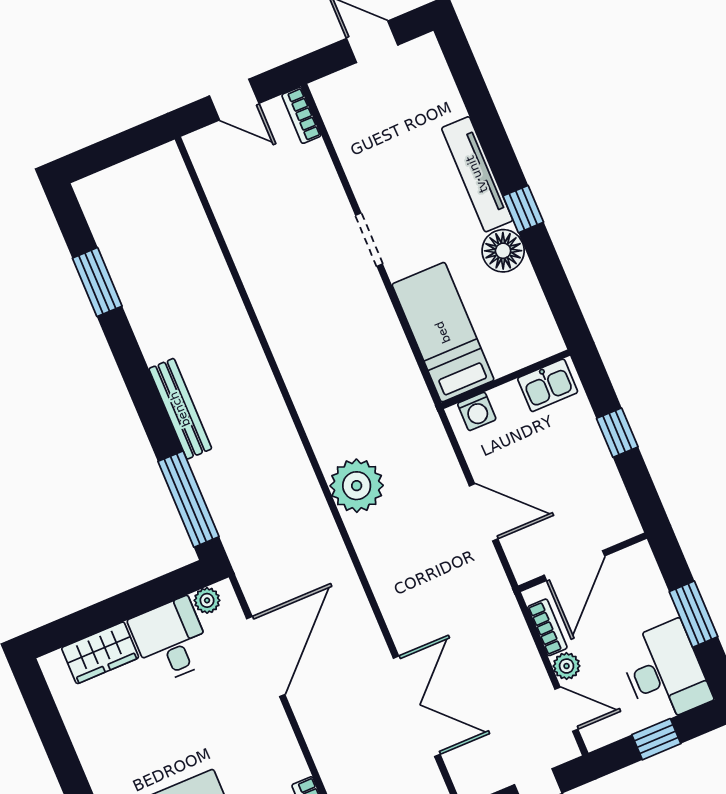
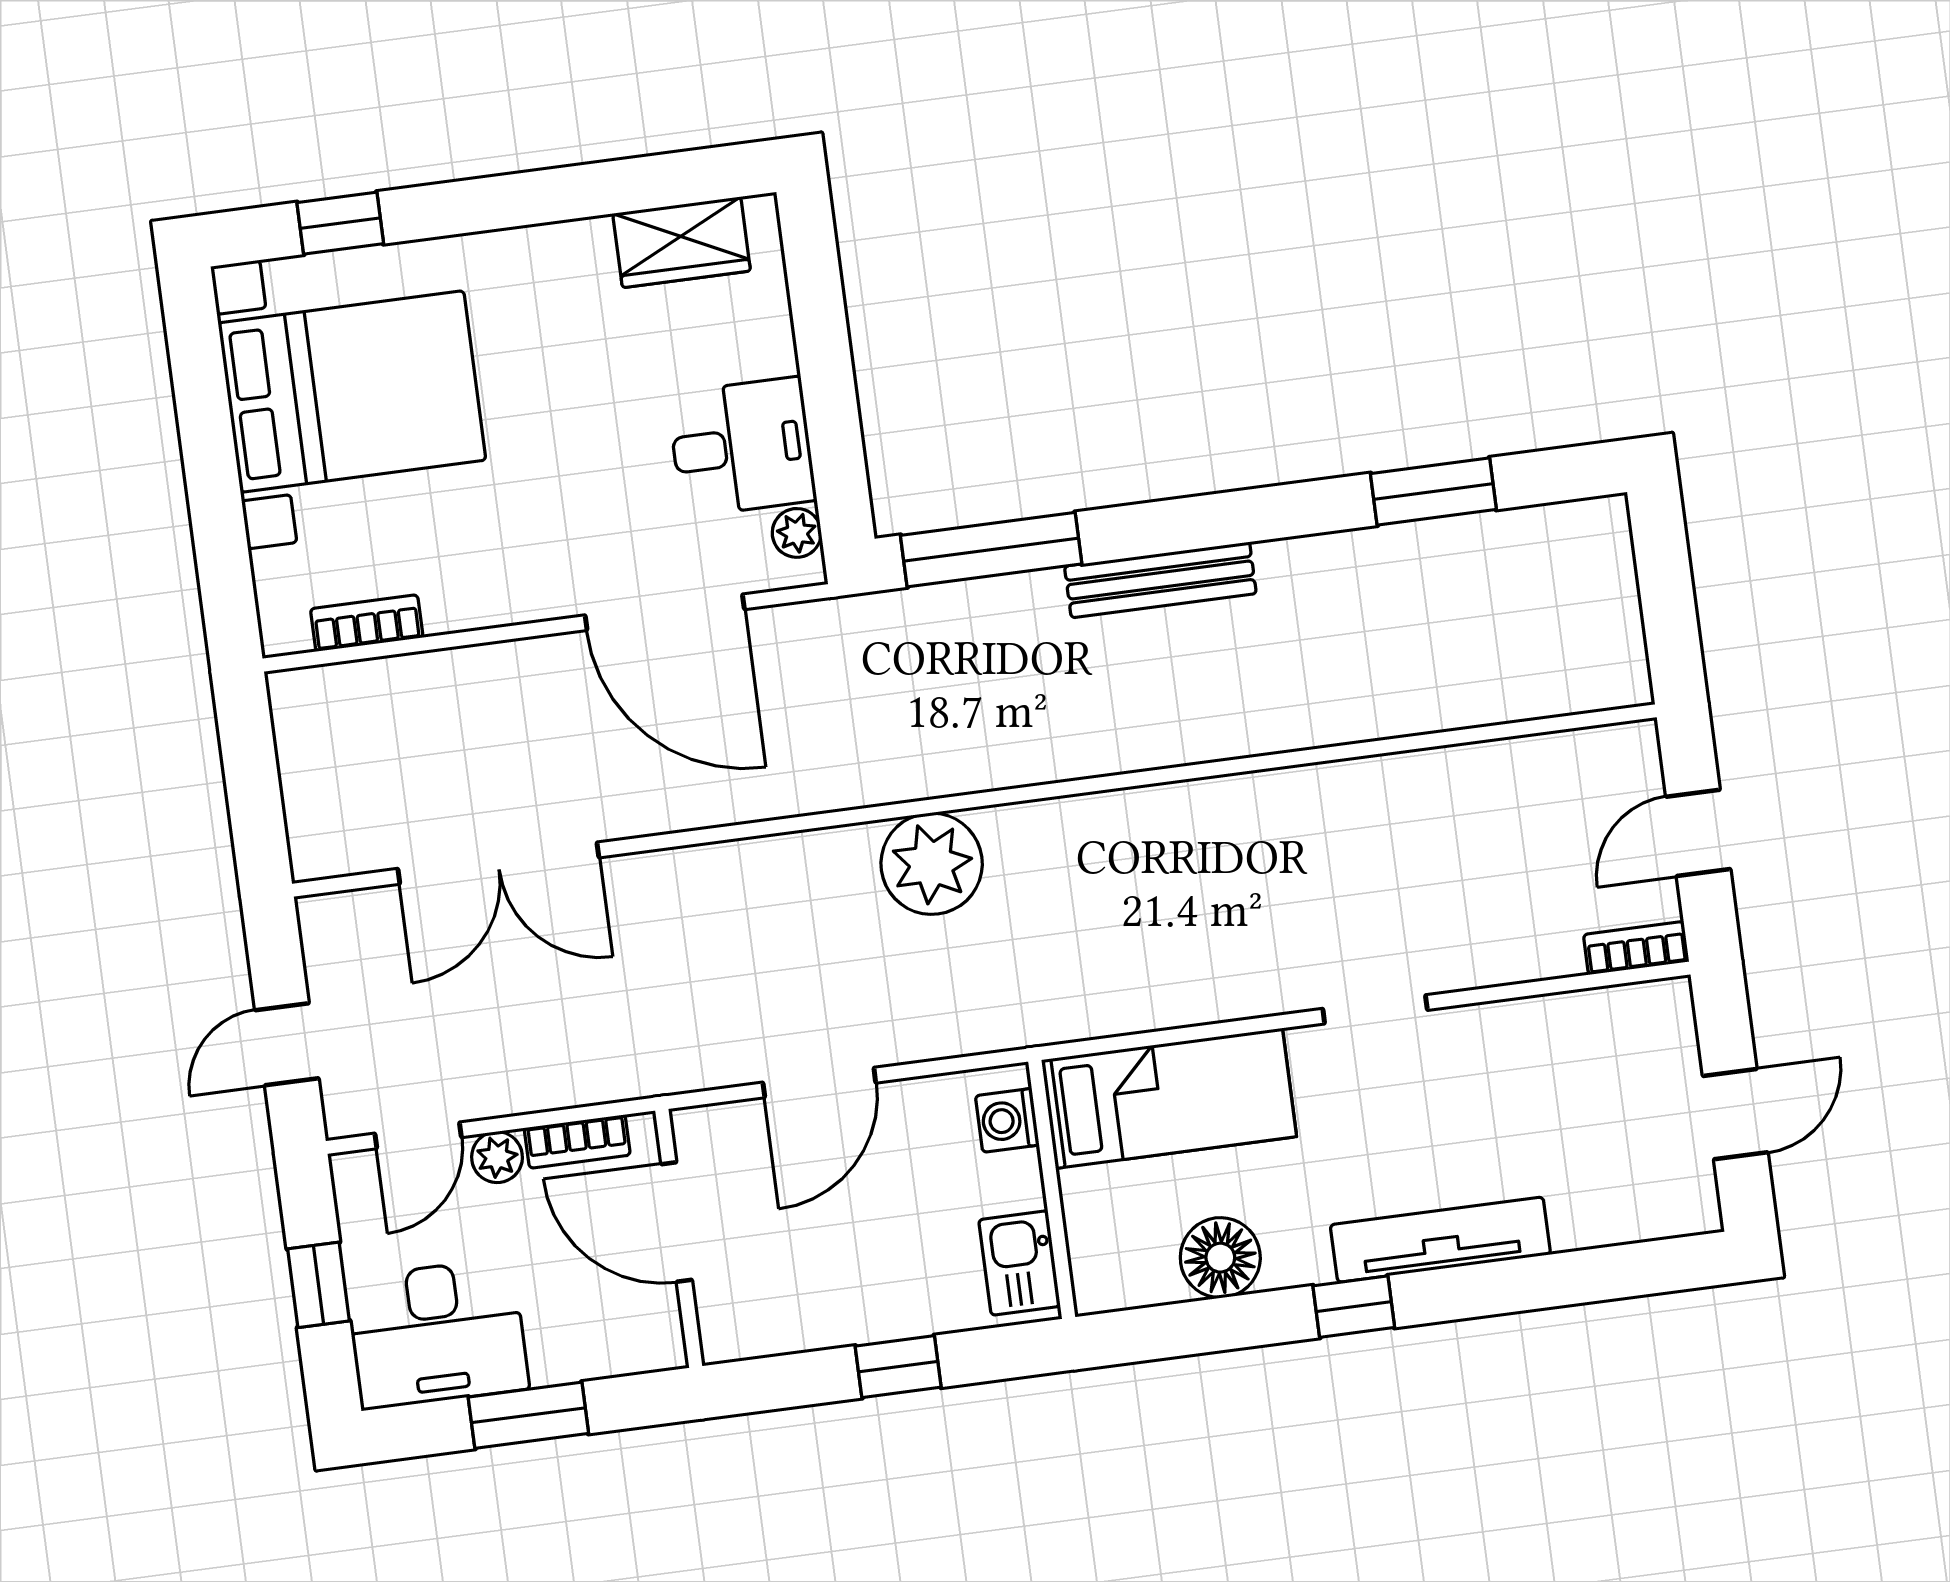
floor lamp: (503, 251) -> (1220, 1258), moved
wardrobe: (100, 653) -> (682, 242), moved, turned -90

